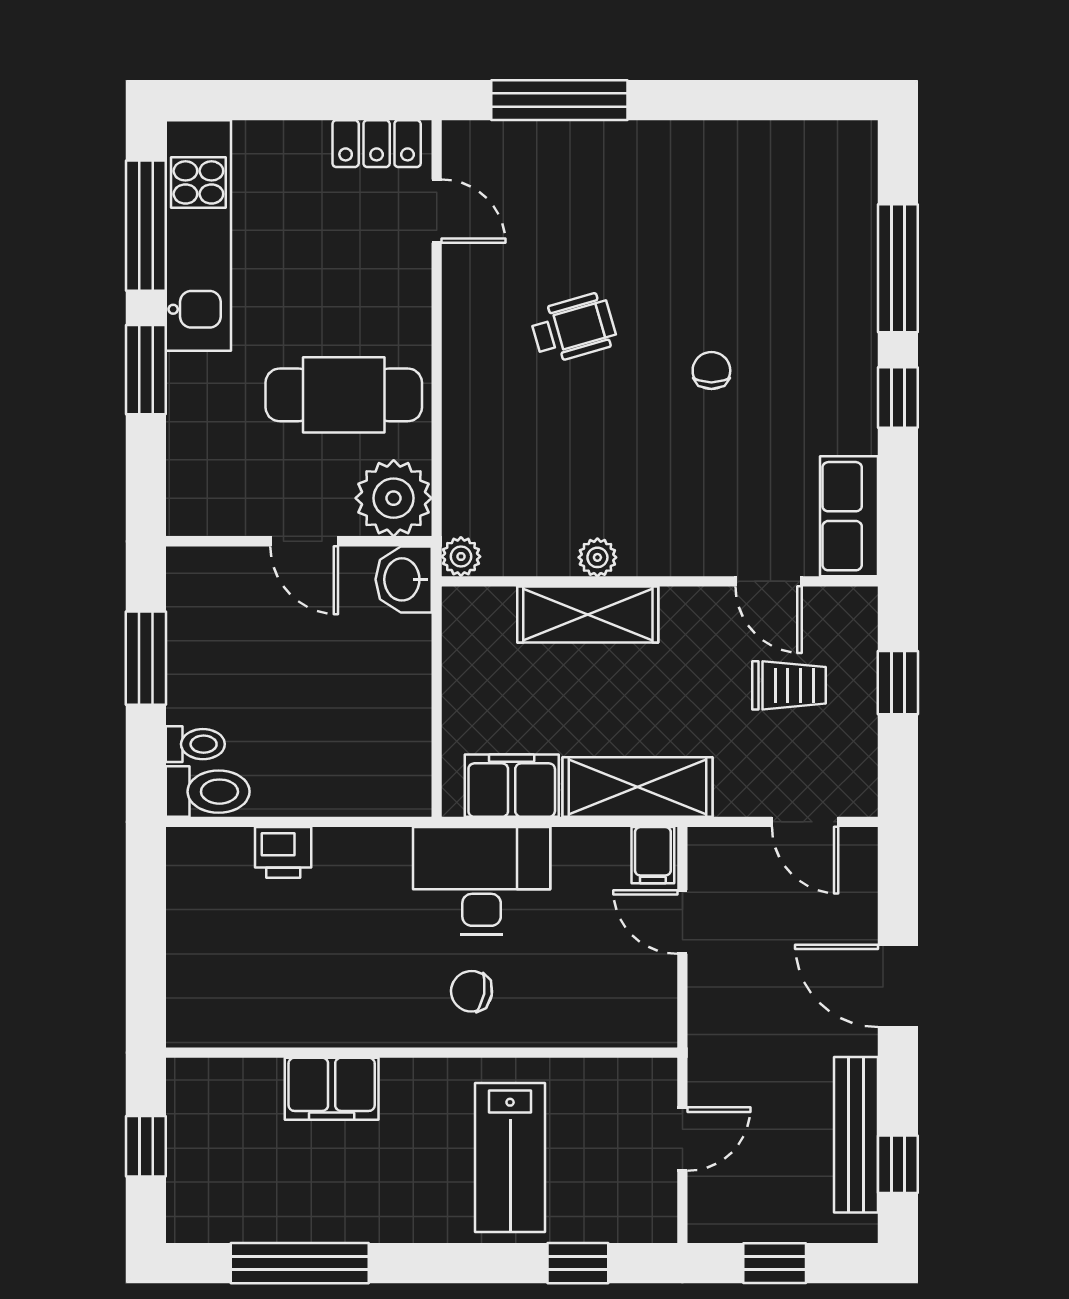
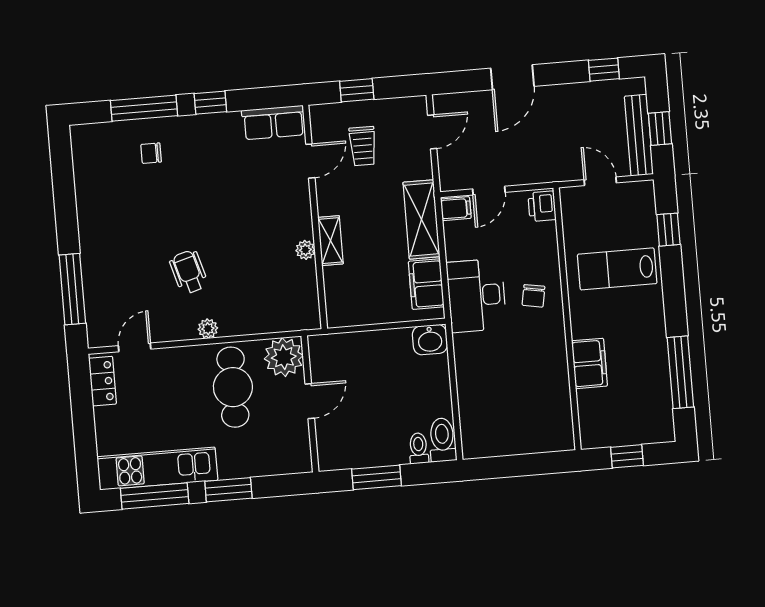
chair: (711, 371) -> (151, 153), moved
plant: (461, 557) -> (208, 329), moved
washbasin: (404, 579) -> (430, 340), moved
shelving: (588, 615) -> (330, 241), width x0.67, depth x0.75
trolley: (789, 685) -> (363, 146), turned 180
printer: (283, 852) -> (542, 206), moved, turned 180
bench: (856, 1135) -> (639, 135), moved, turned 90
lab bench: (510, 1157) -> (617, 269), turned 180

